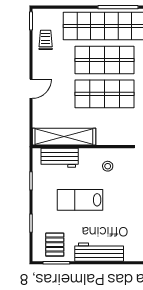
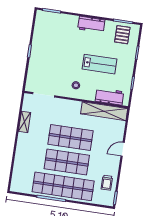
workbench: (99, 252) -> (91, 24), width x0.73

